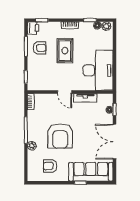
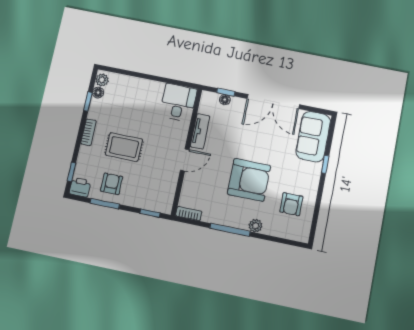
desk: (98, 70) -> (178, 102), width x0.53, depth x0.77
sofa: (91, 172) -> (313, 137), width x0.73

